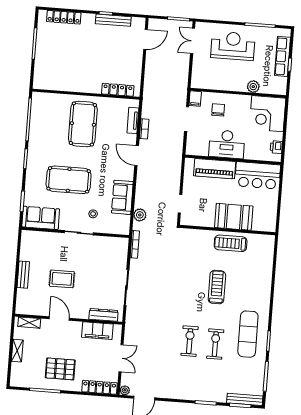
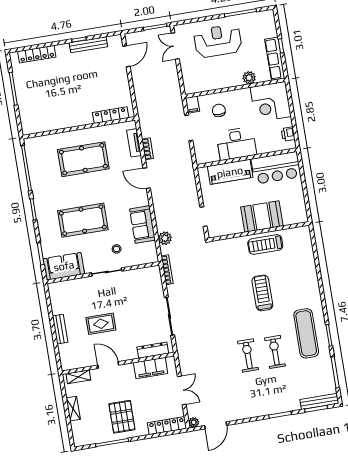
row of seats: (283, 56) -> (275, 59), moved
pool table: (83, 124) -> (83, 159), turned 90
pallet: (60, 369) -> (122, 417), turned 90

